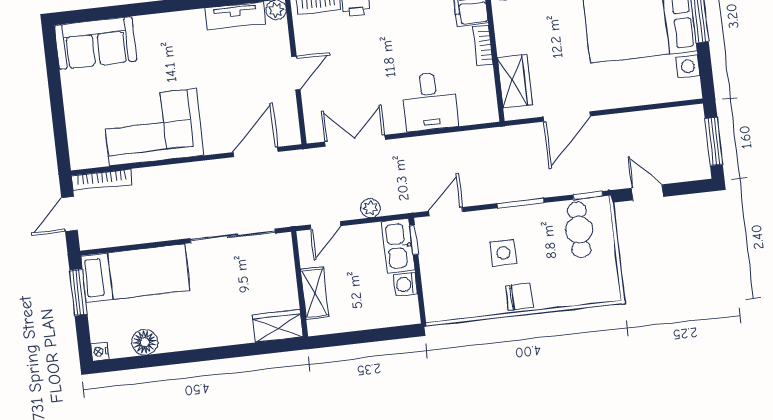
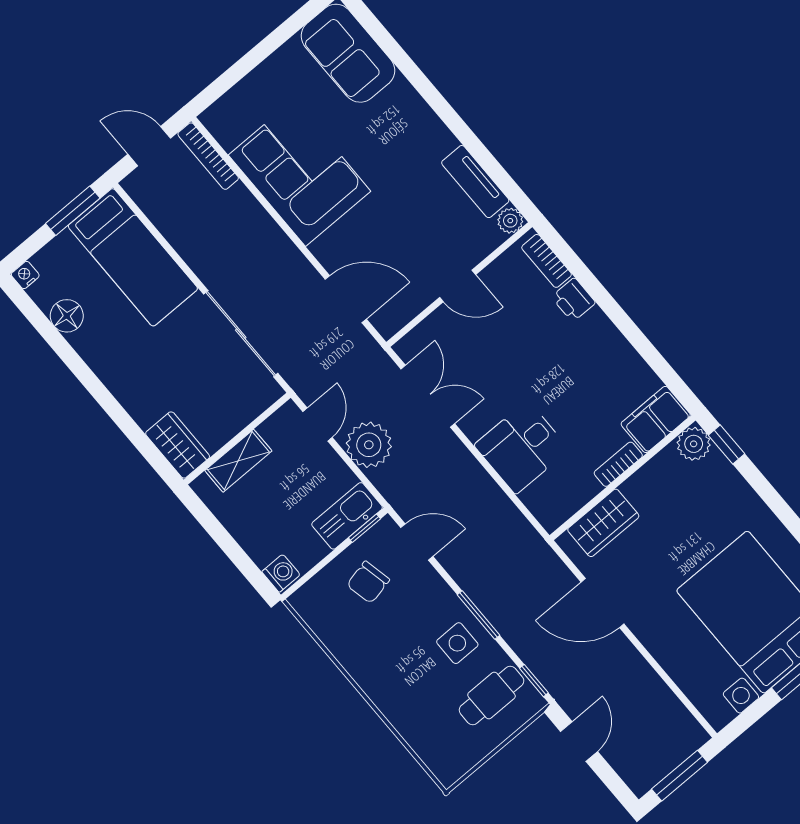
plant: (370, 208) -> (369, 445), width x1.88, depth x1.88
door: (325, 225) -> (318, 424), swing flipped
side table: (503, 253) -> (457, 643), moved
washing machine: (405, 284) -> (281, 573), moved, turned 90
chair: (519, 297) -> (368, 582), moved, turned 78

